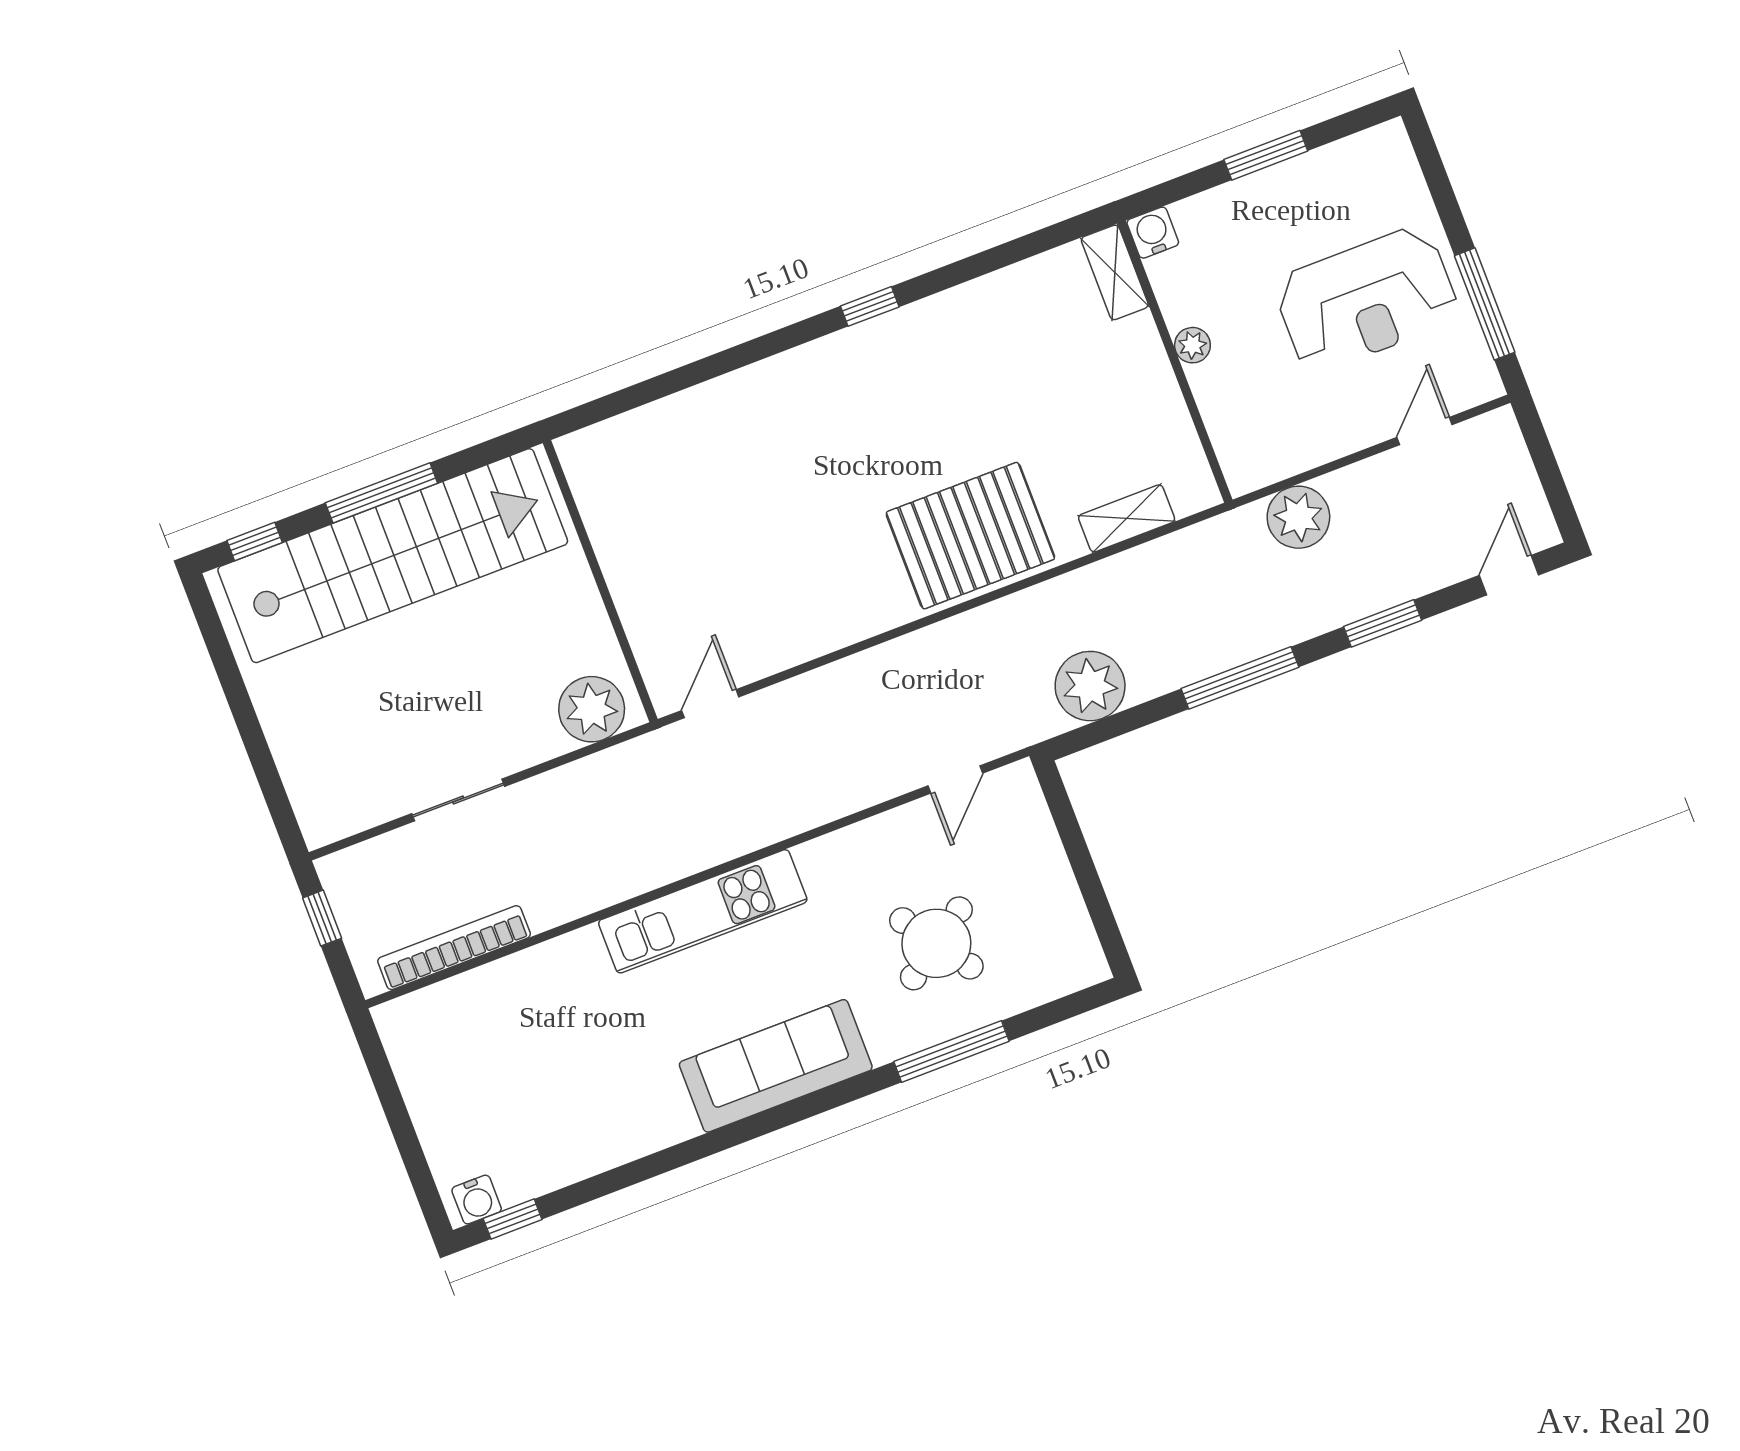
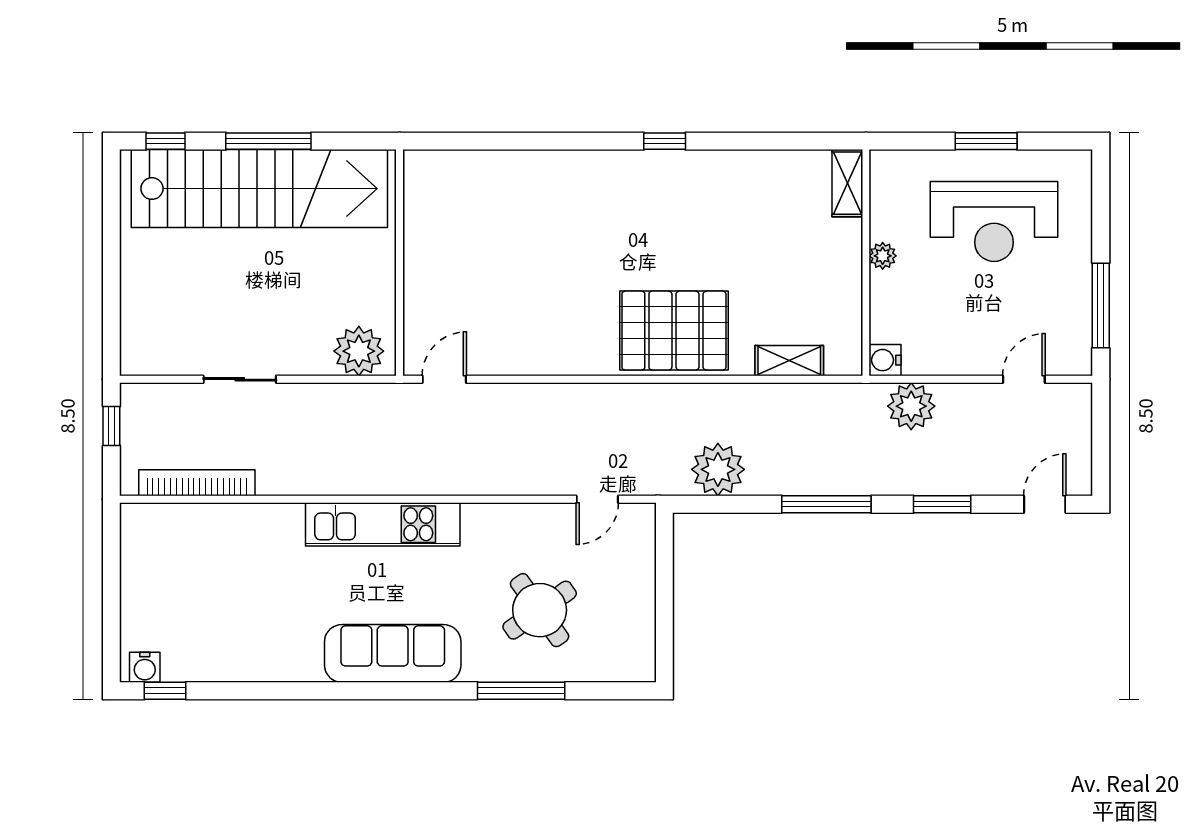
water cooler: (1153, 233) -> (885, 360), moved, turned -90
reception desk: (1366, 299) -> (994, 221), moved

